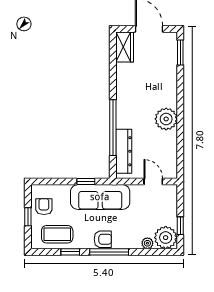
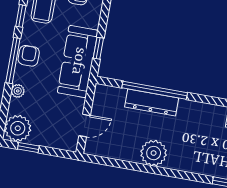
dresser: (124, 151) -> (152, 102), moved
armchair: (103, 239) -> (29, 56), turned 180
plant: (147, 243) -> (18, 91), moved

